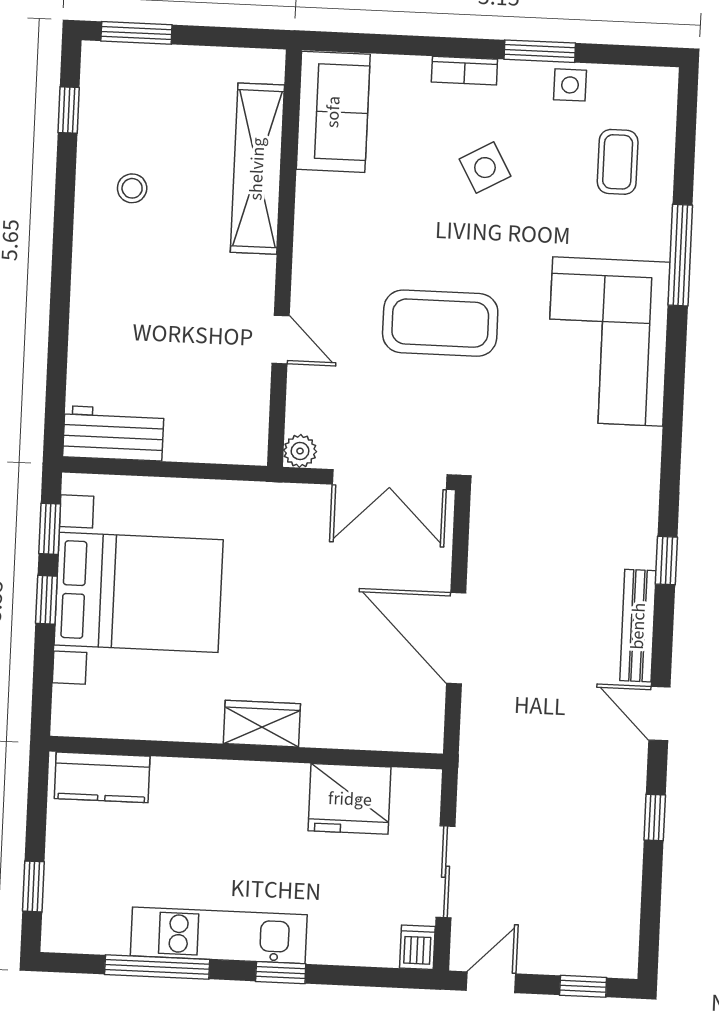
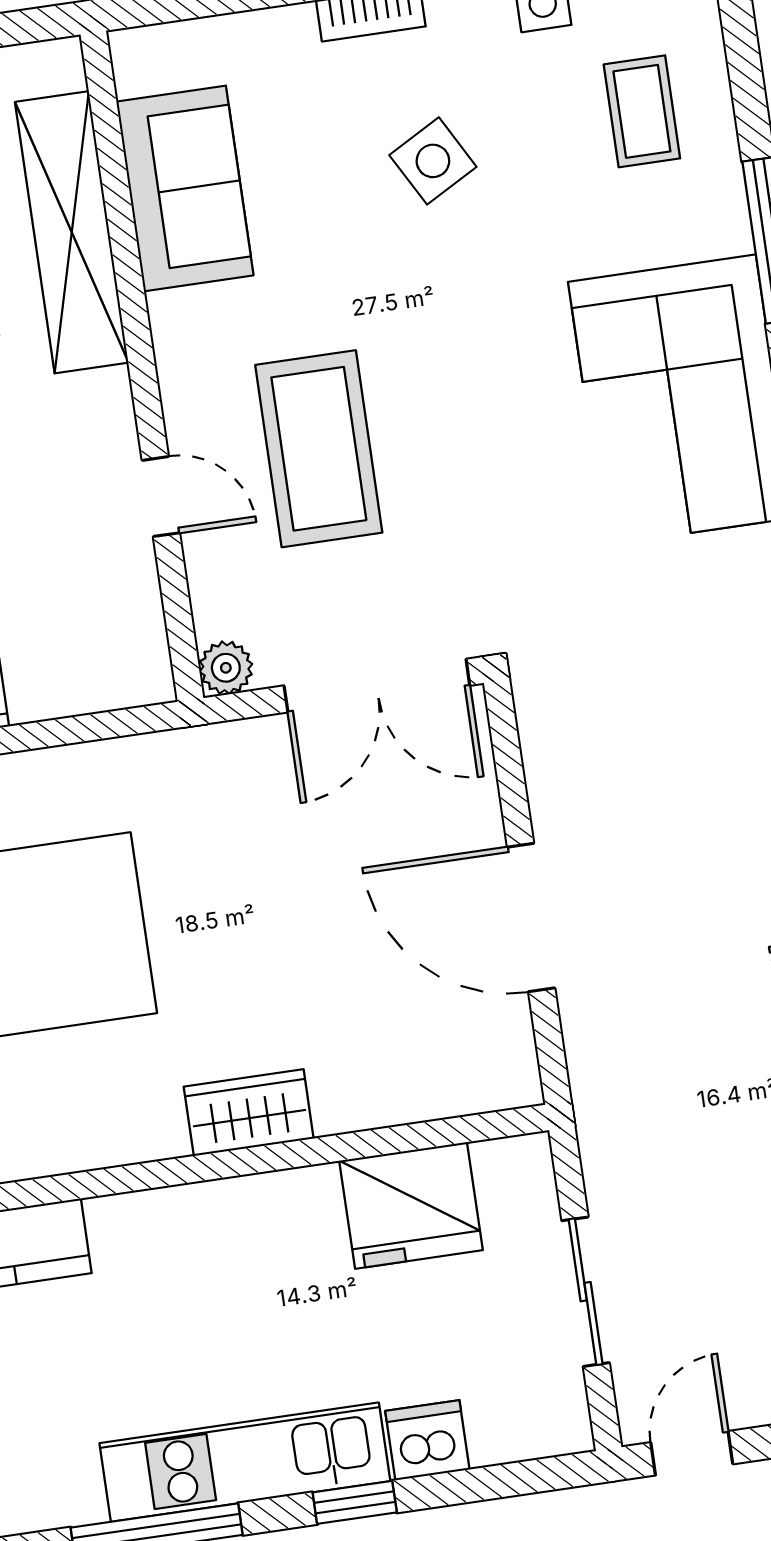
sofa: (333, 112) -> (185, 188), moved
coffee table: (440, 323) -> (319, 449), moved, turned 90
dishwasher: (417, 947) -> (427, 1440), moved, width x1.38

